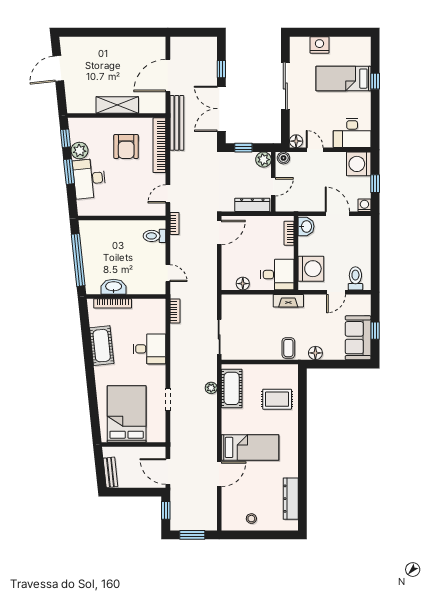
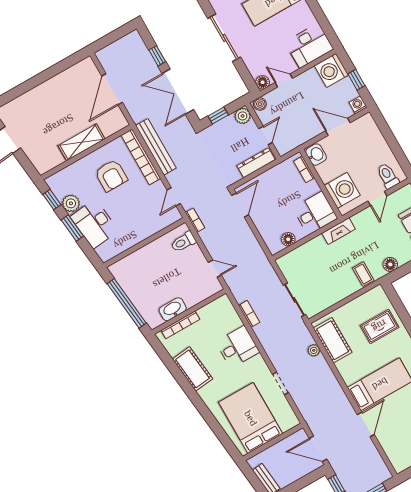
bench: (177, 123) -> (156, 147), moved
bookcase: (175, 311) -> (249, 314), moved

